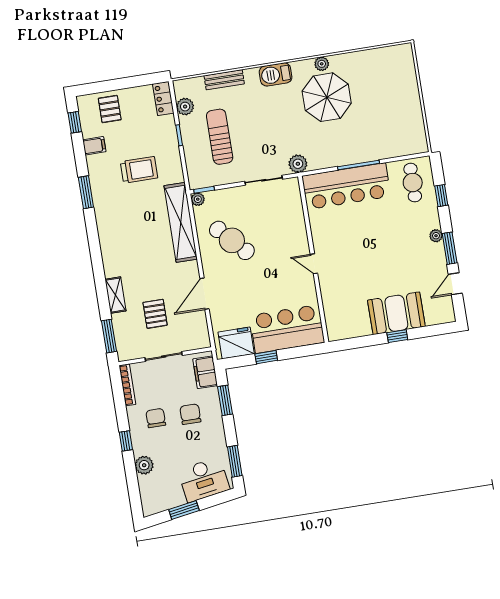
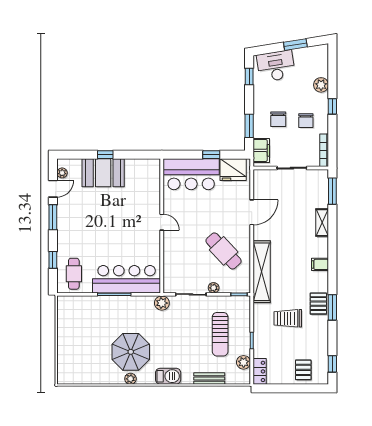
filing cabinet: (94, 146) -> (320, 264), moved
plant: (198, 199) -> (214, 288), moved
plant: (436, 236) -> (62, 173), moved
pallet: (155, 314) -> (318, 304), moved
window: (235, 461) -> (249, 77), width x0.67

